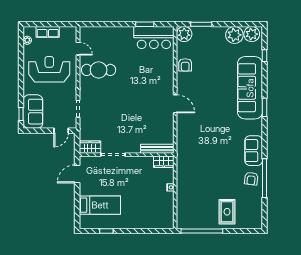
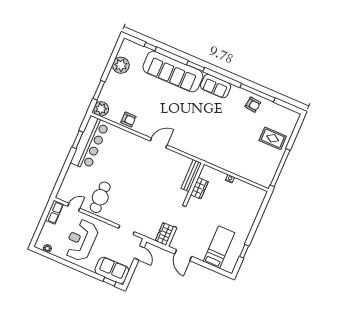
row of seats: (48, 32) -> (54, 212), moved
plant: (252, 34) -> (127, 50), removed
bar counter: (154, 37) -> (90, 143), width x1.36
sofa: (254, 151) -> (216, 86), moved
wardrobe: (164, 162) -> (199, 188), moved

